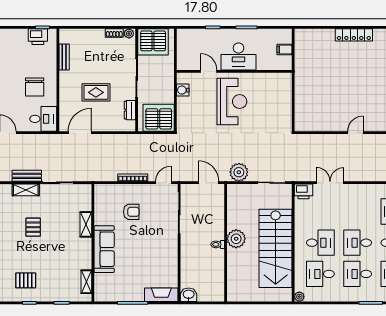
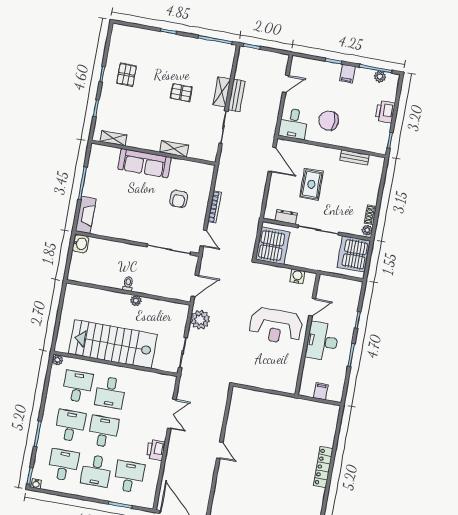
printer: (38, 37) -> (385, 112), moved
printer: (303, 191) -> (156, 450), moved
plant: (236, 239) -> (136, 301), width x0.53, depth x0.53

